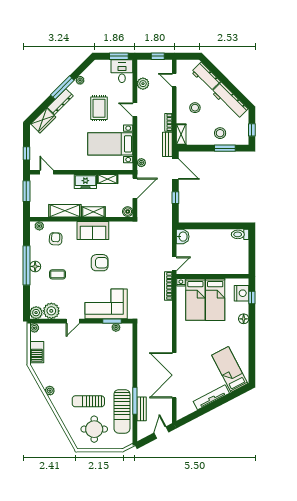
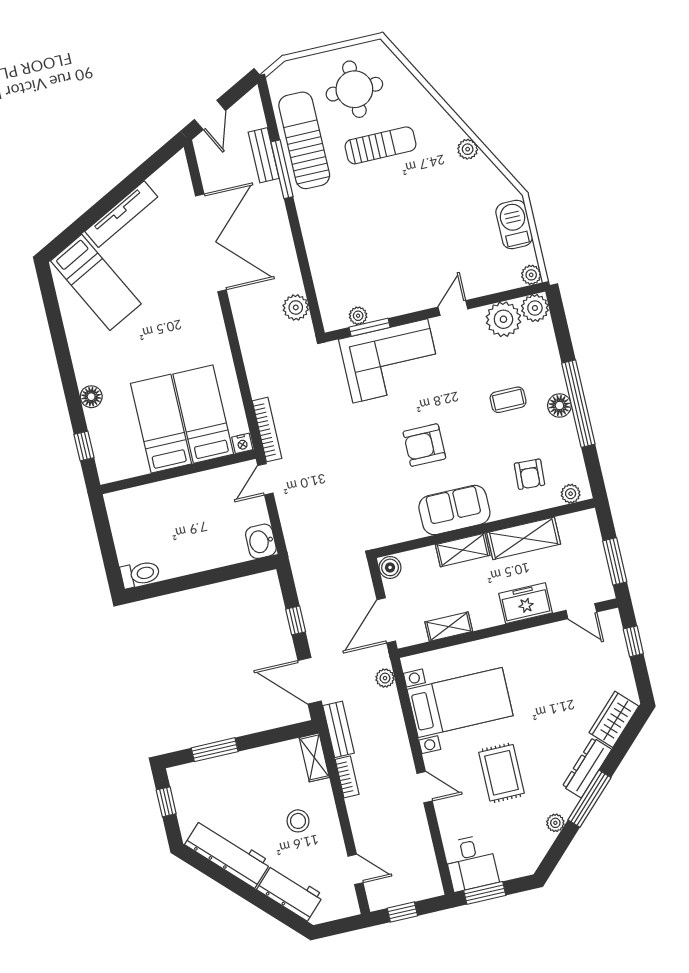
plant: (143, 84) -> (296, 307), moved
stool: (220, 133) -> (232, 779), removed
freezer: (85, 182) -> (526, 603), moved
nightstand: (242, 293) -> (108, 450), removed

